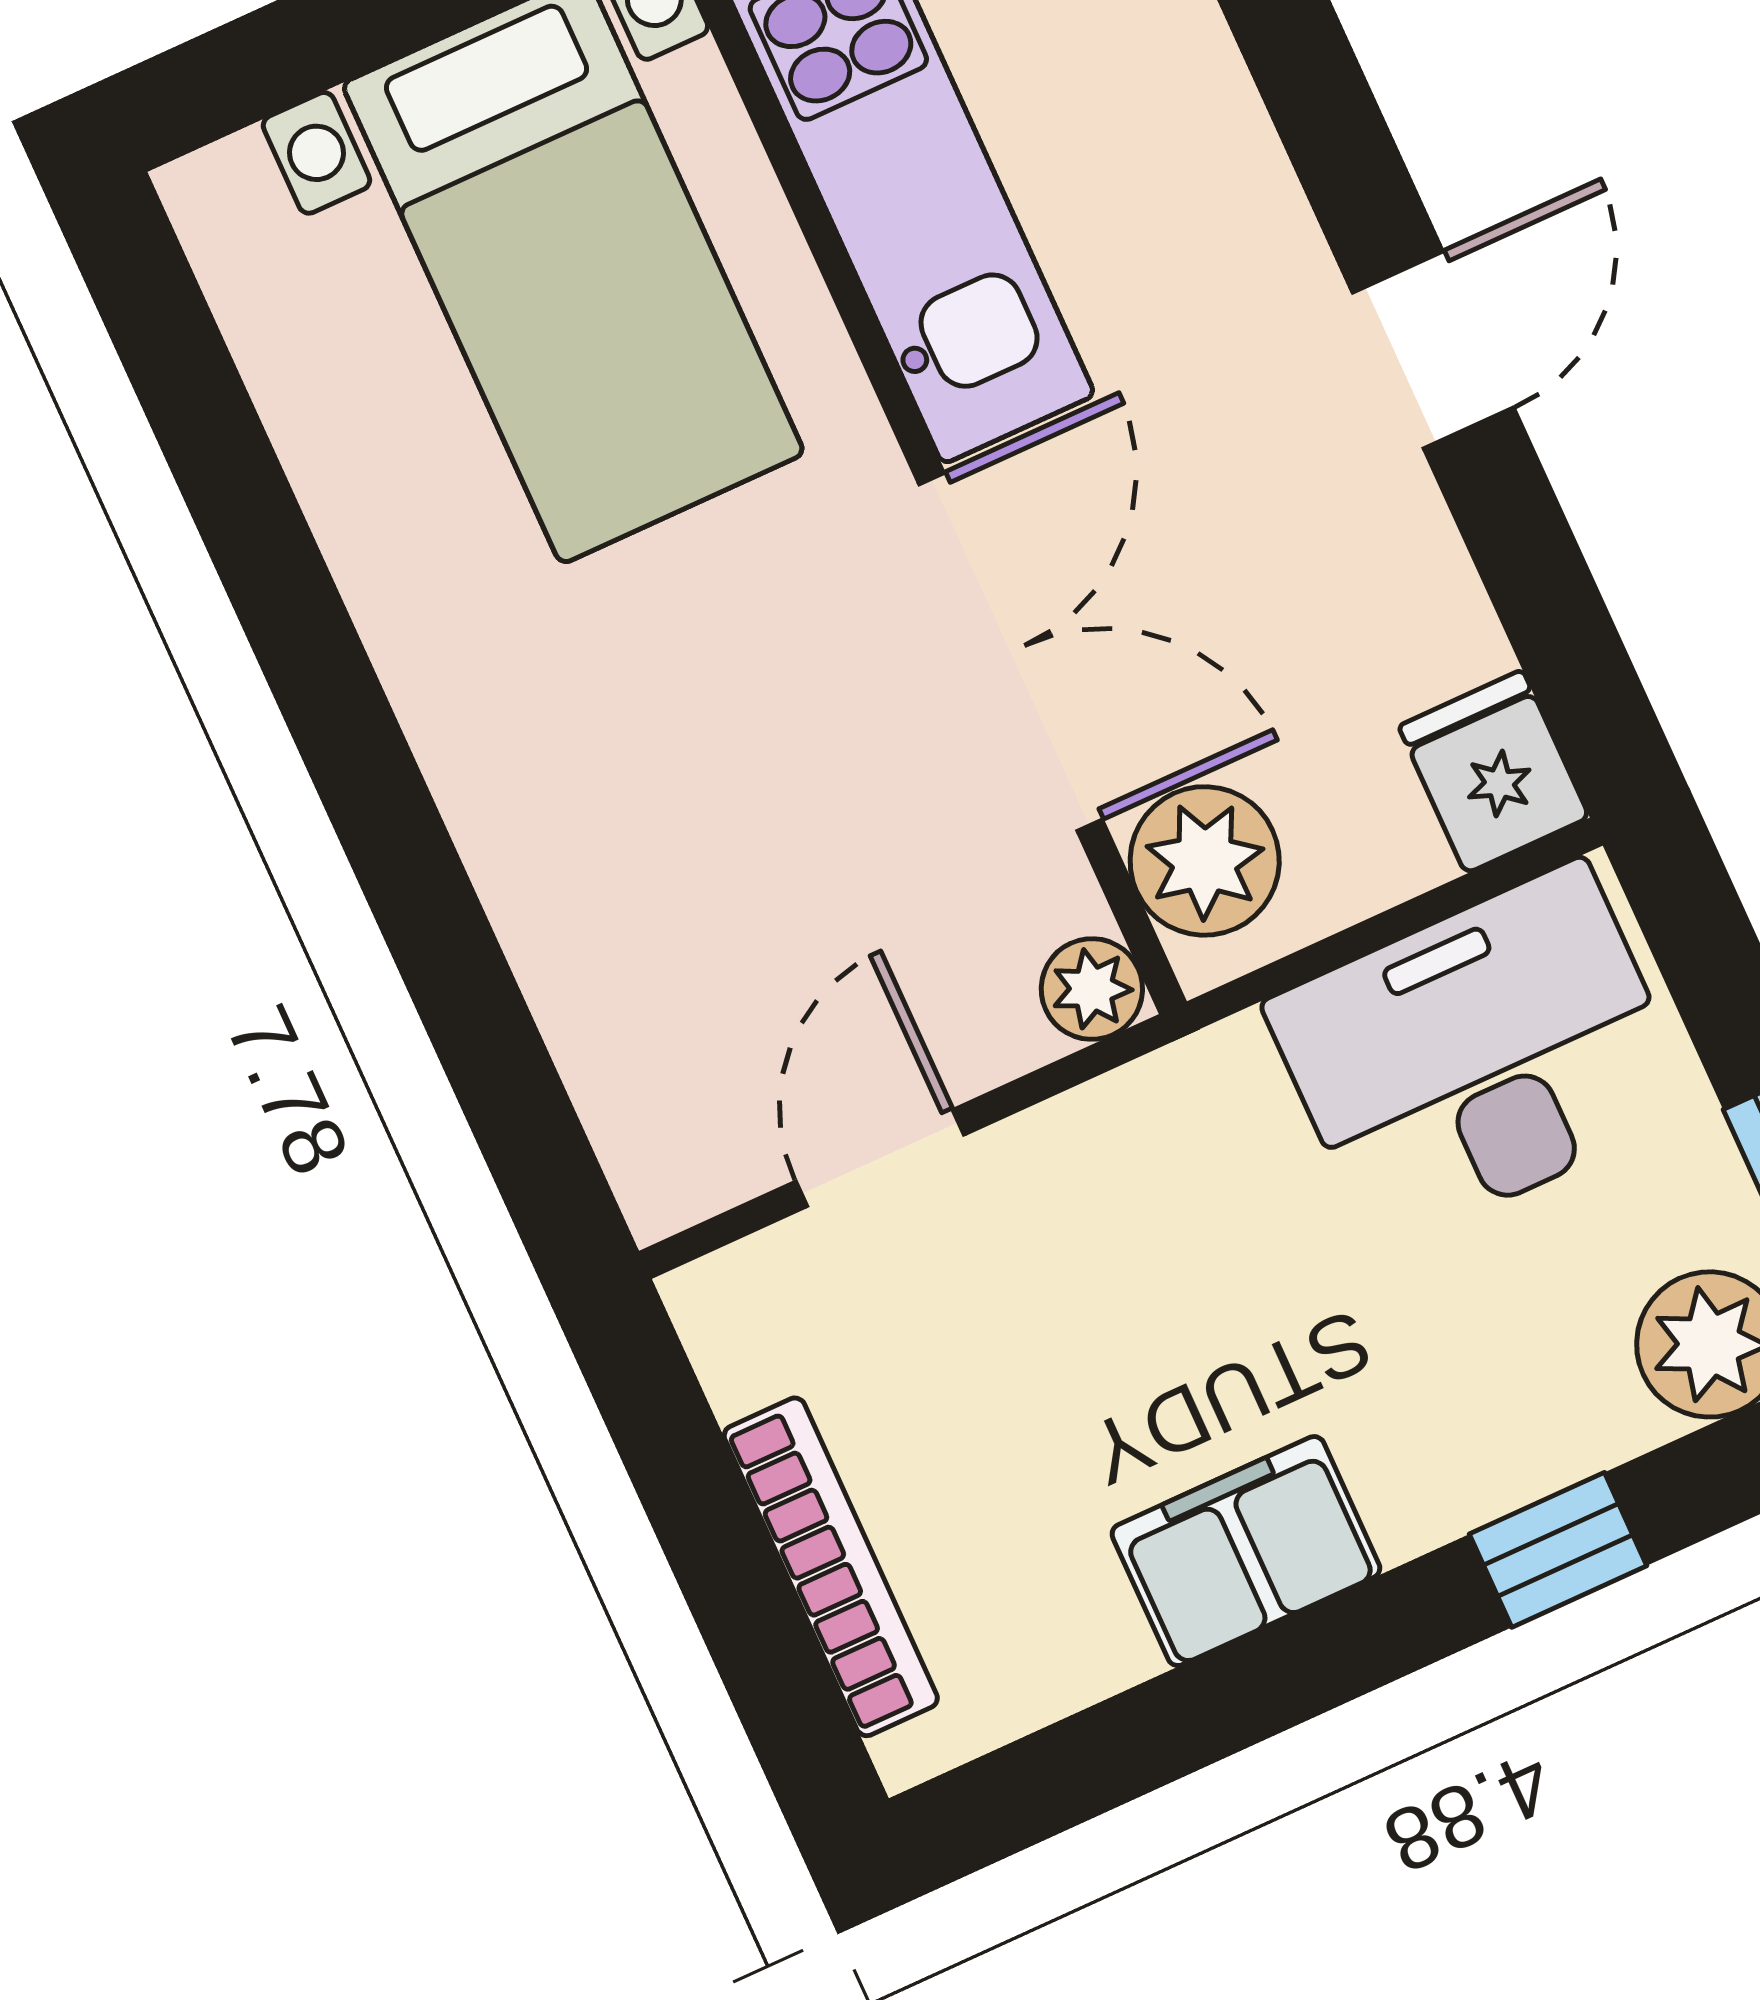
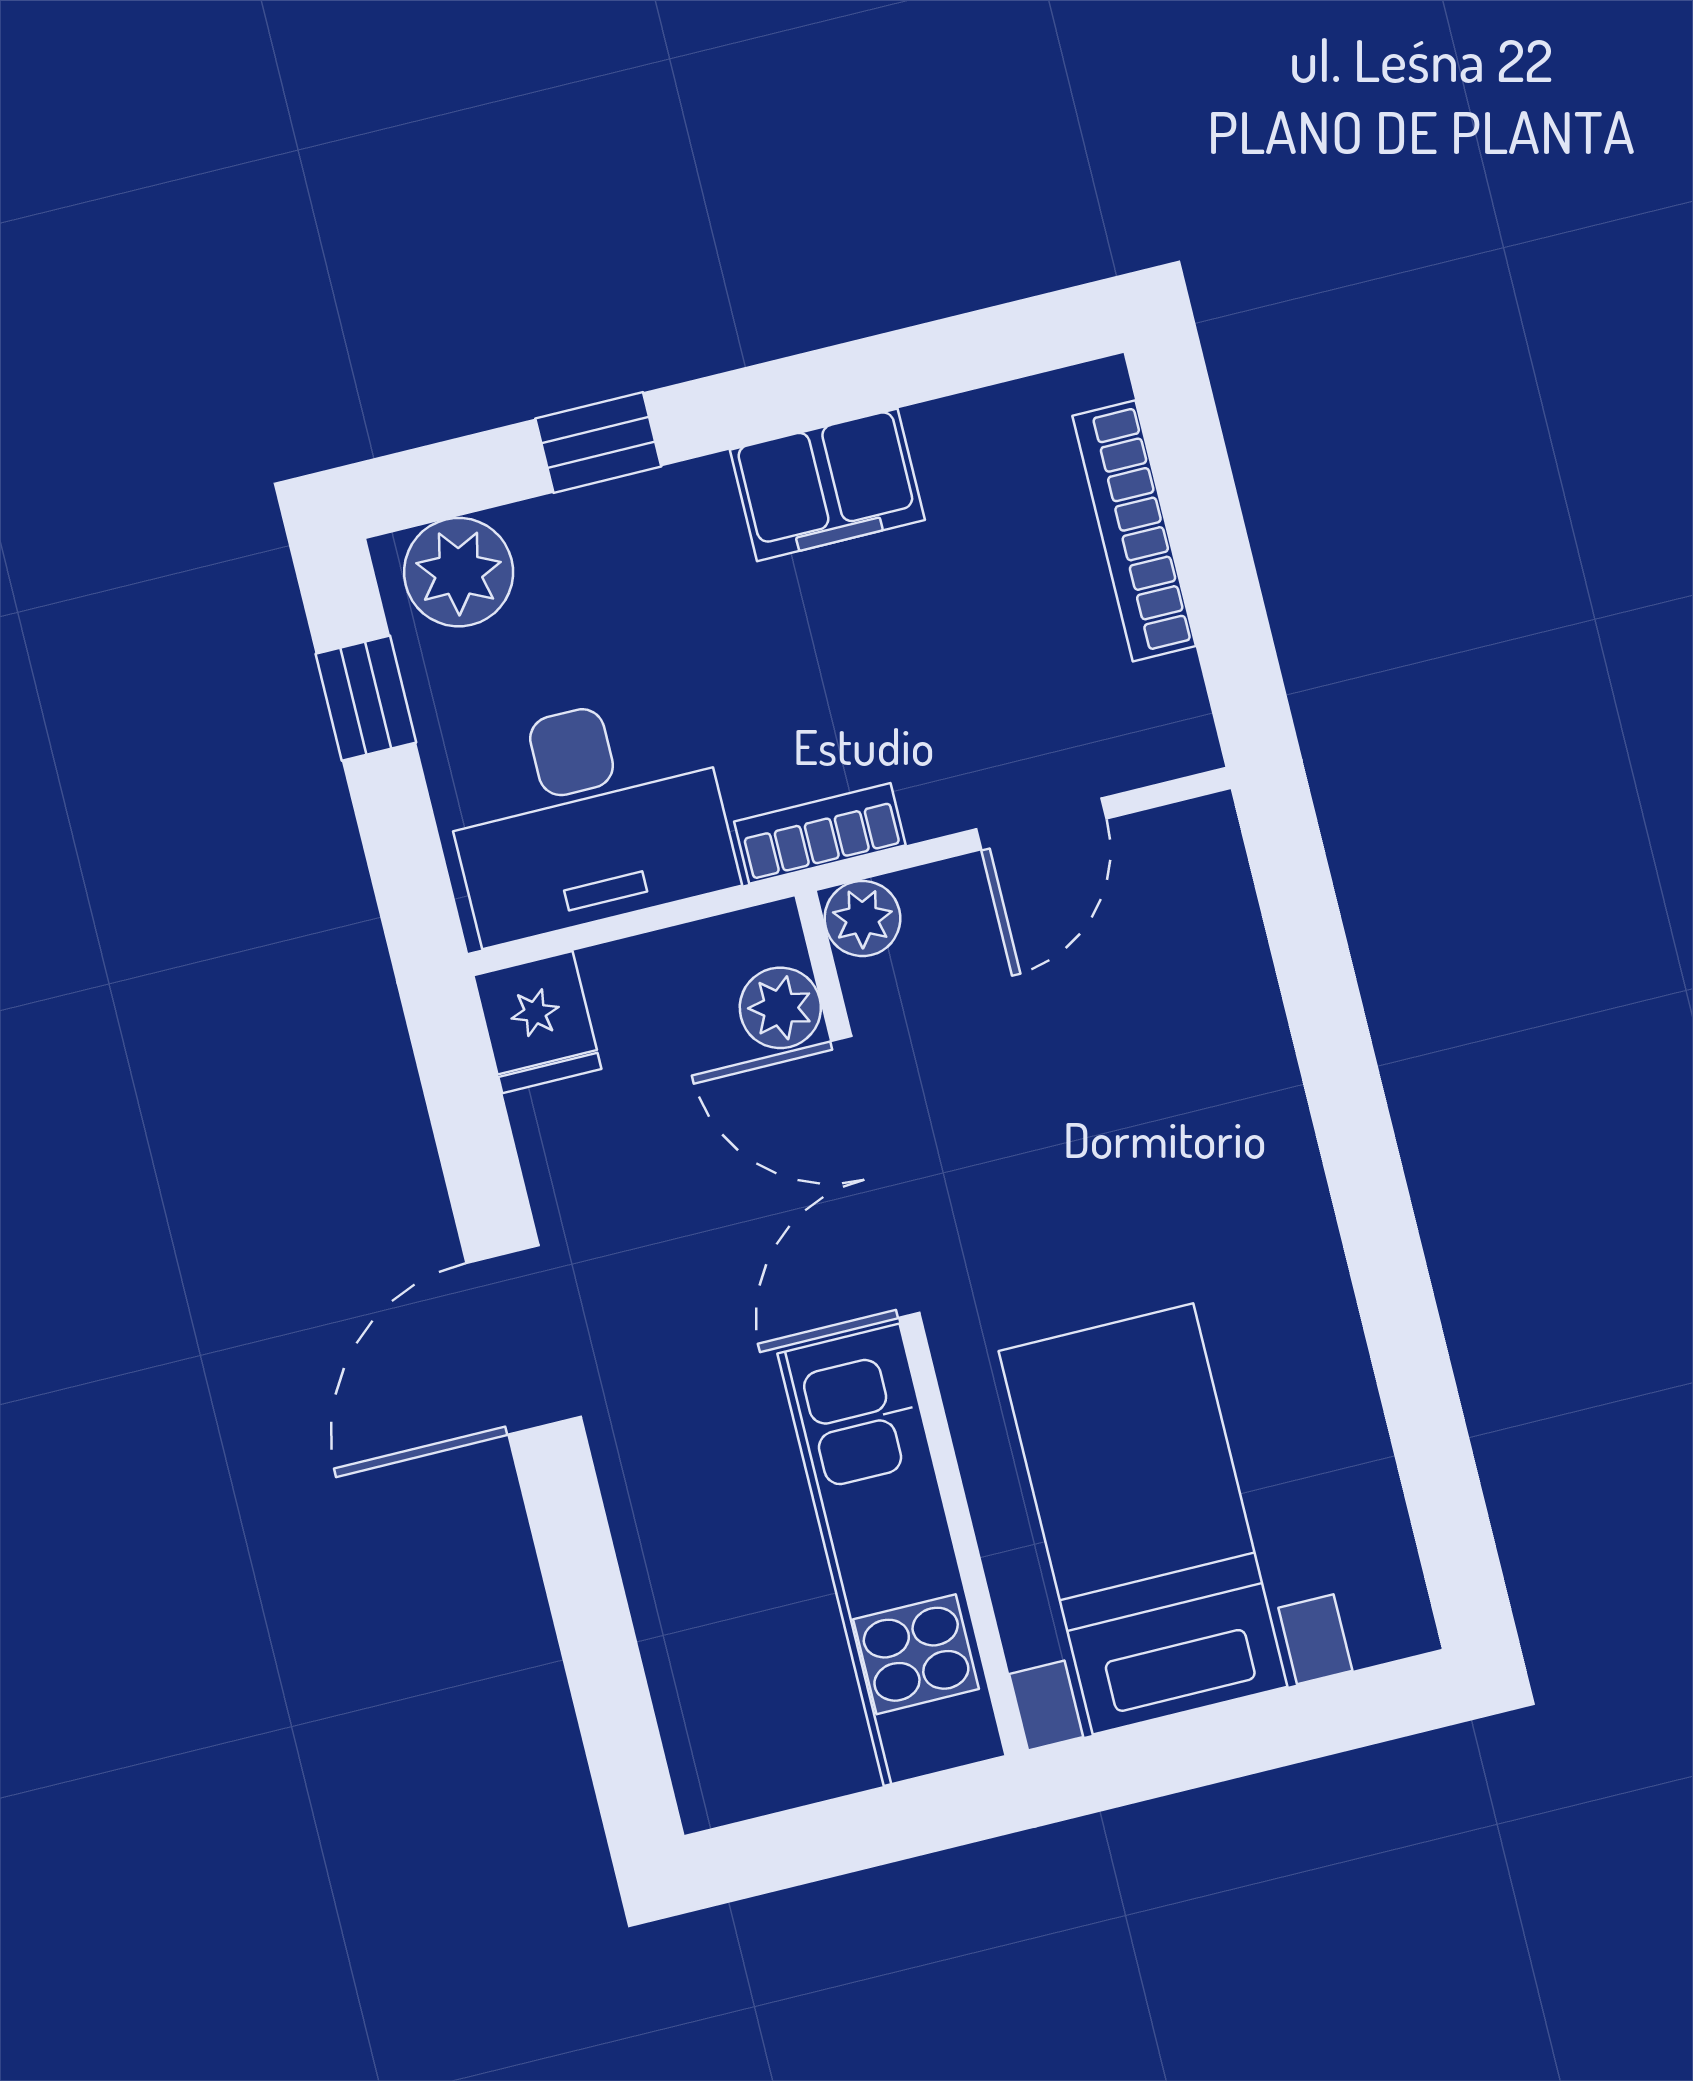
door: (1433, 350) -> (524, 1340), width x1.37
plant: (1205, 861) -> (780, 1008), width x0.73, depth x0.73
bookcase: (1169, 1091) -> (820, 833), added

